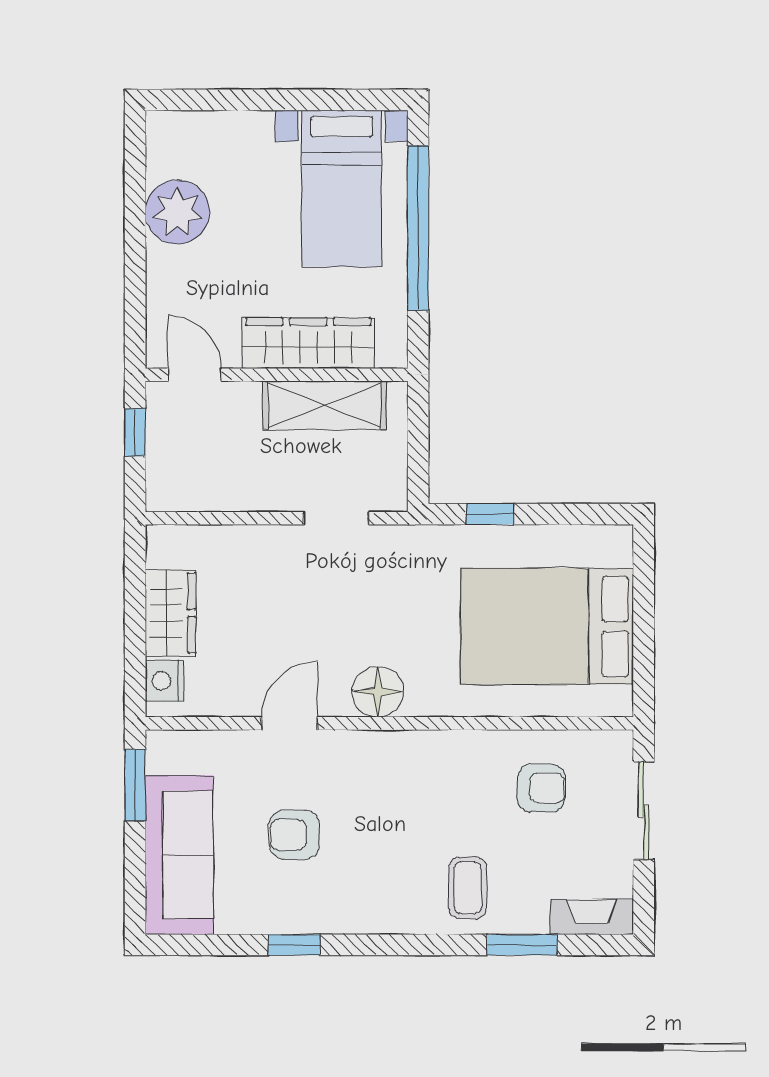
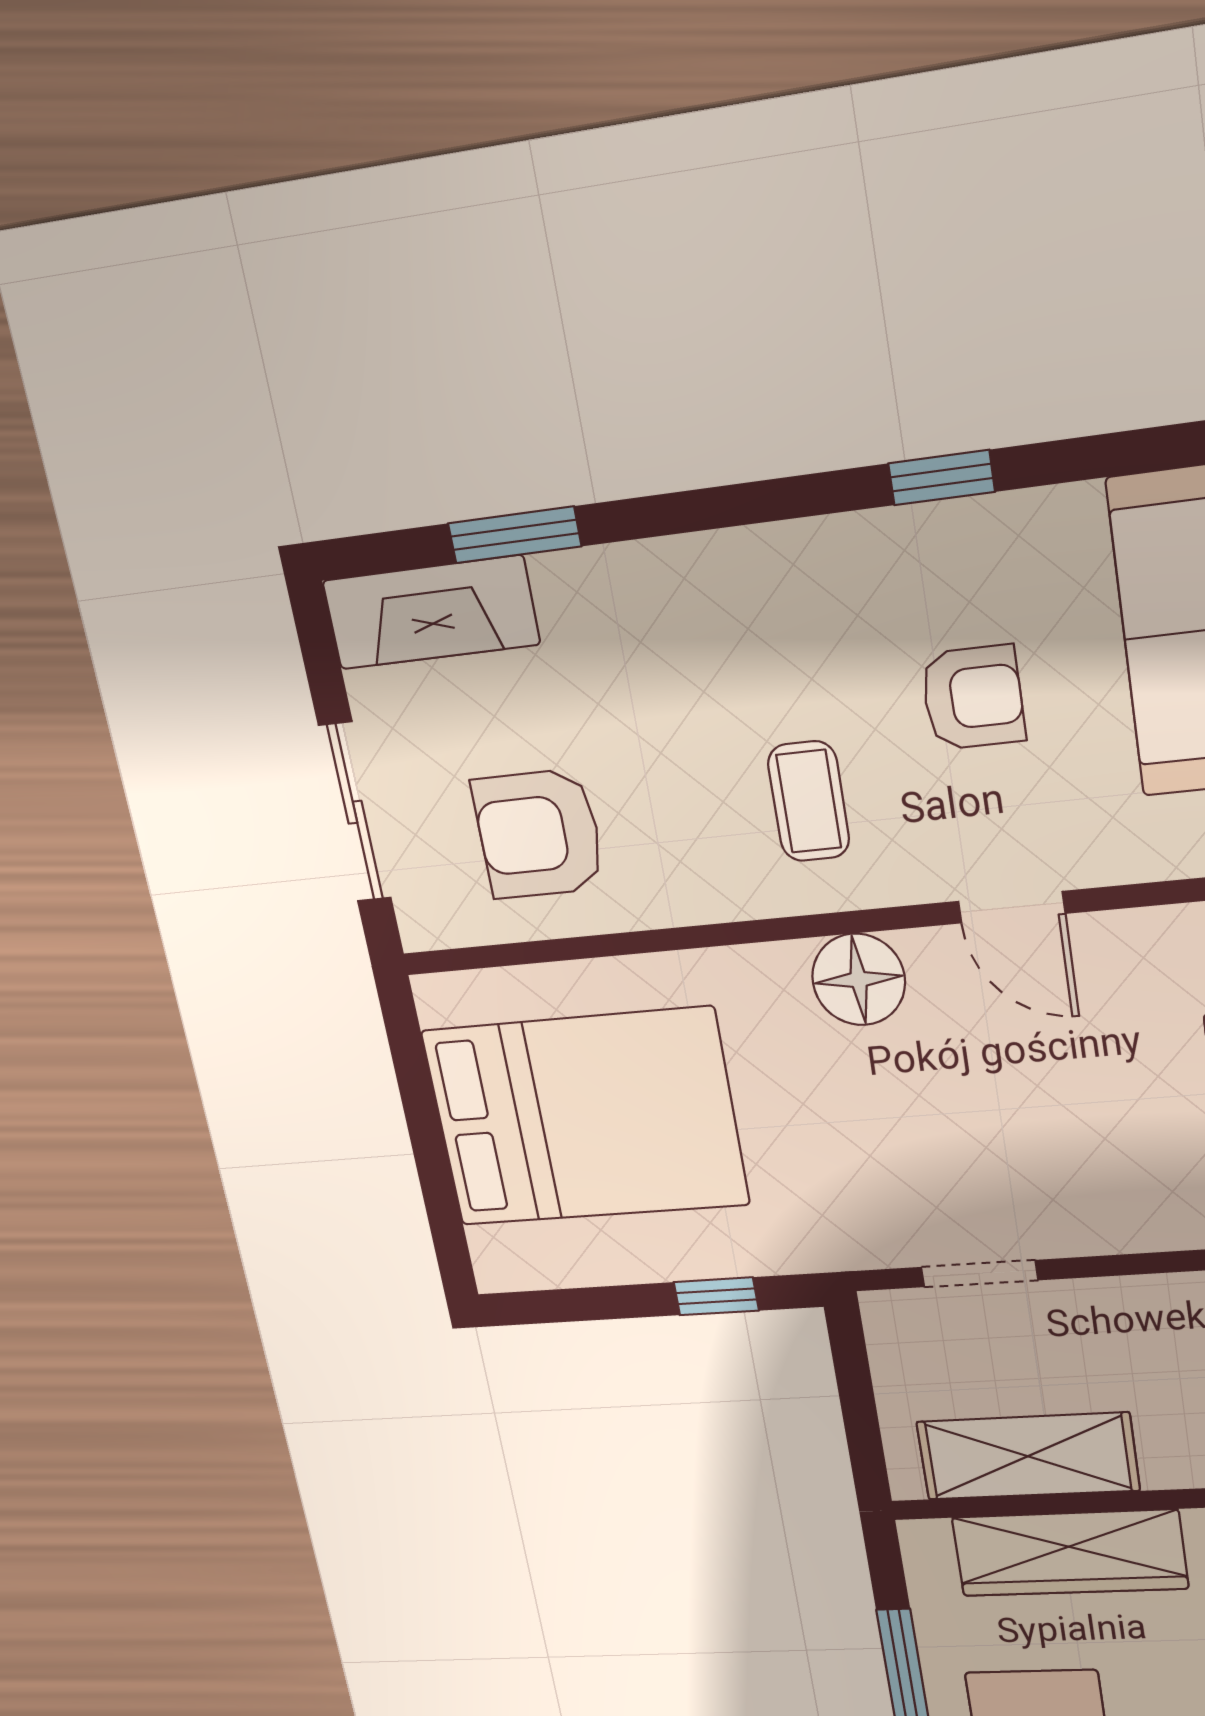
door: (289, 723) -> (1012, 907), hinge flipped
armchair: (541, 788) -> (539, 834), width x1.38, depth x1.38
coffee table: (468, 888) -> (809, 801), moved
fireplace: (592, 917) -> (431, 613), width x1.37, depth x1.32

